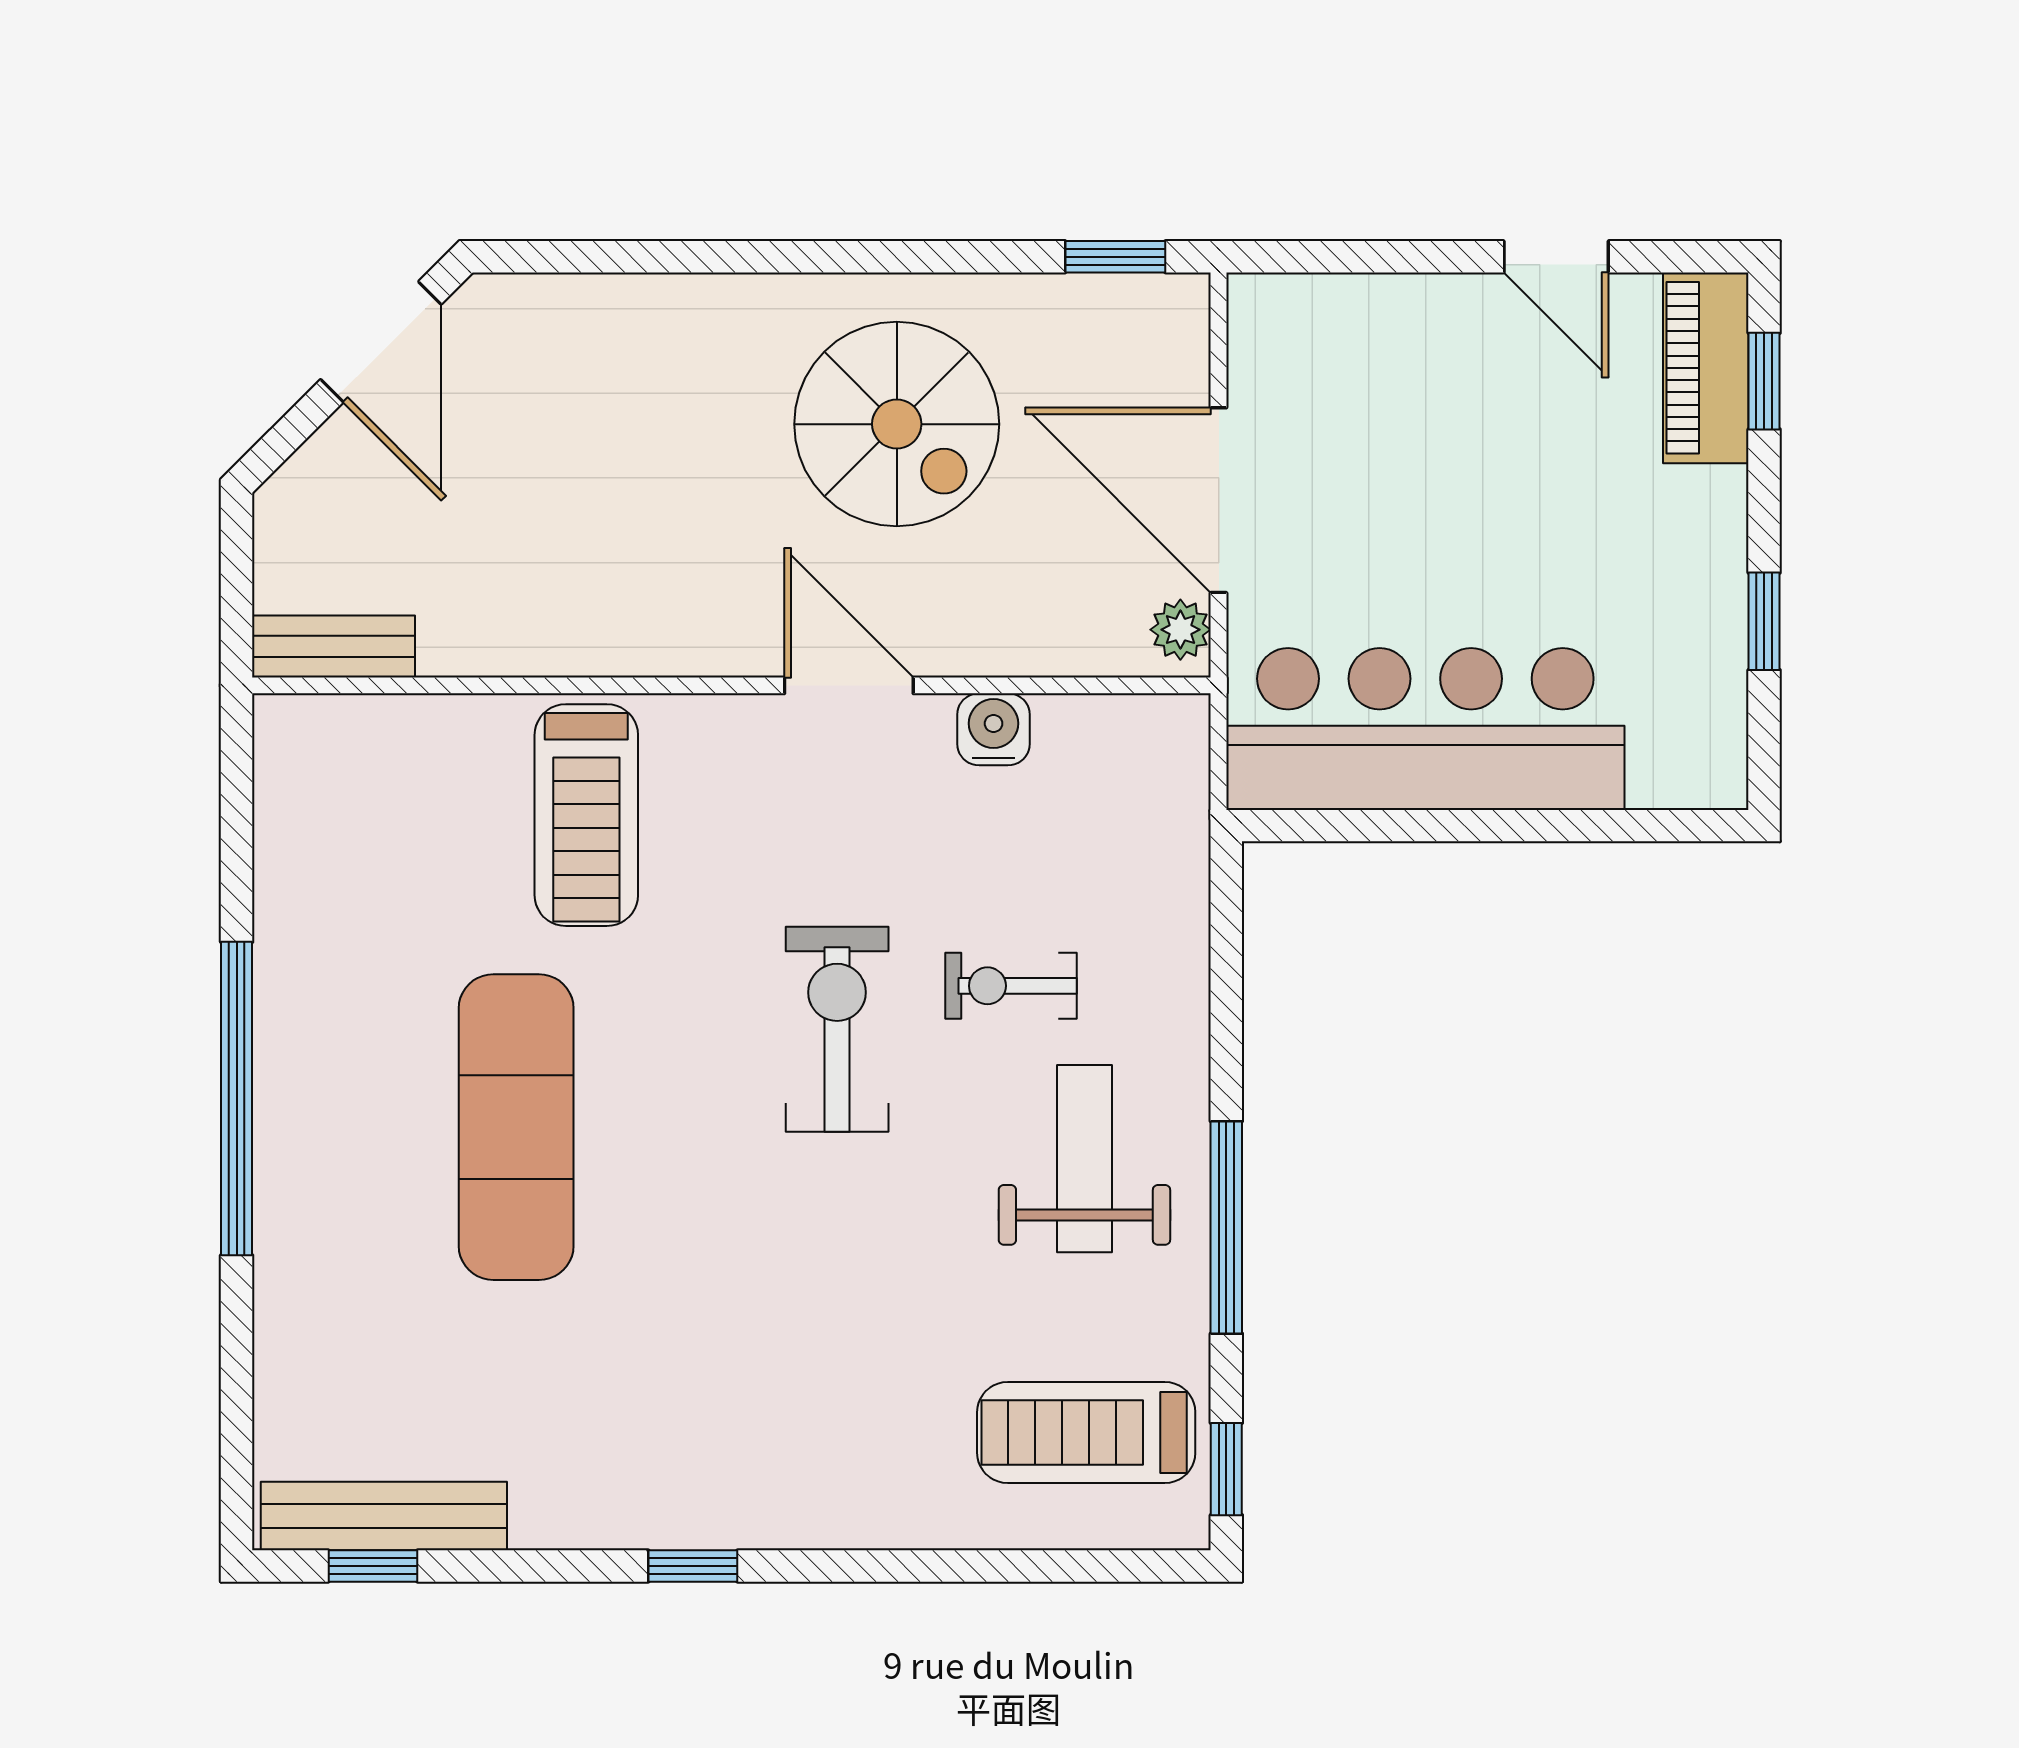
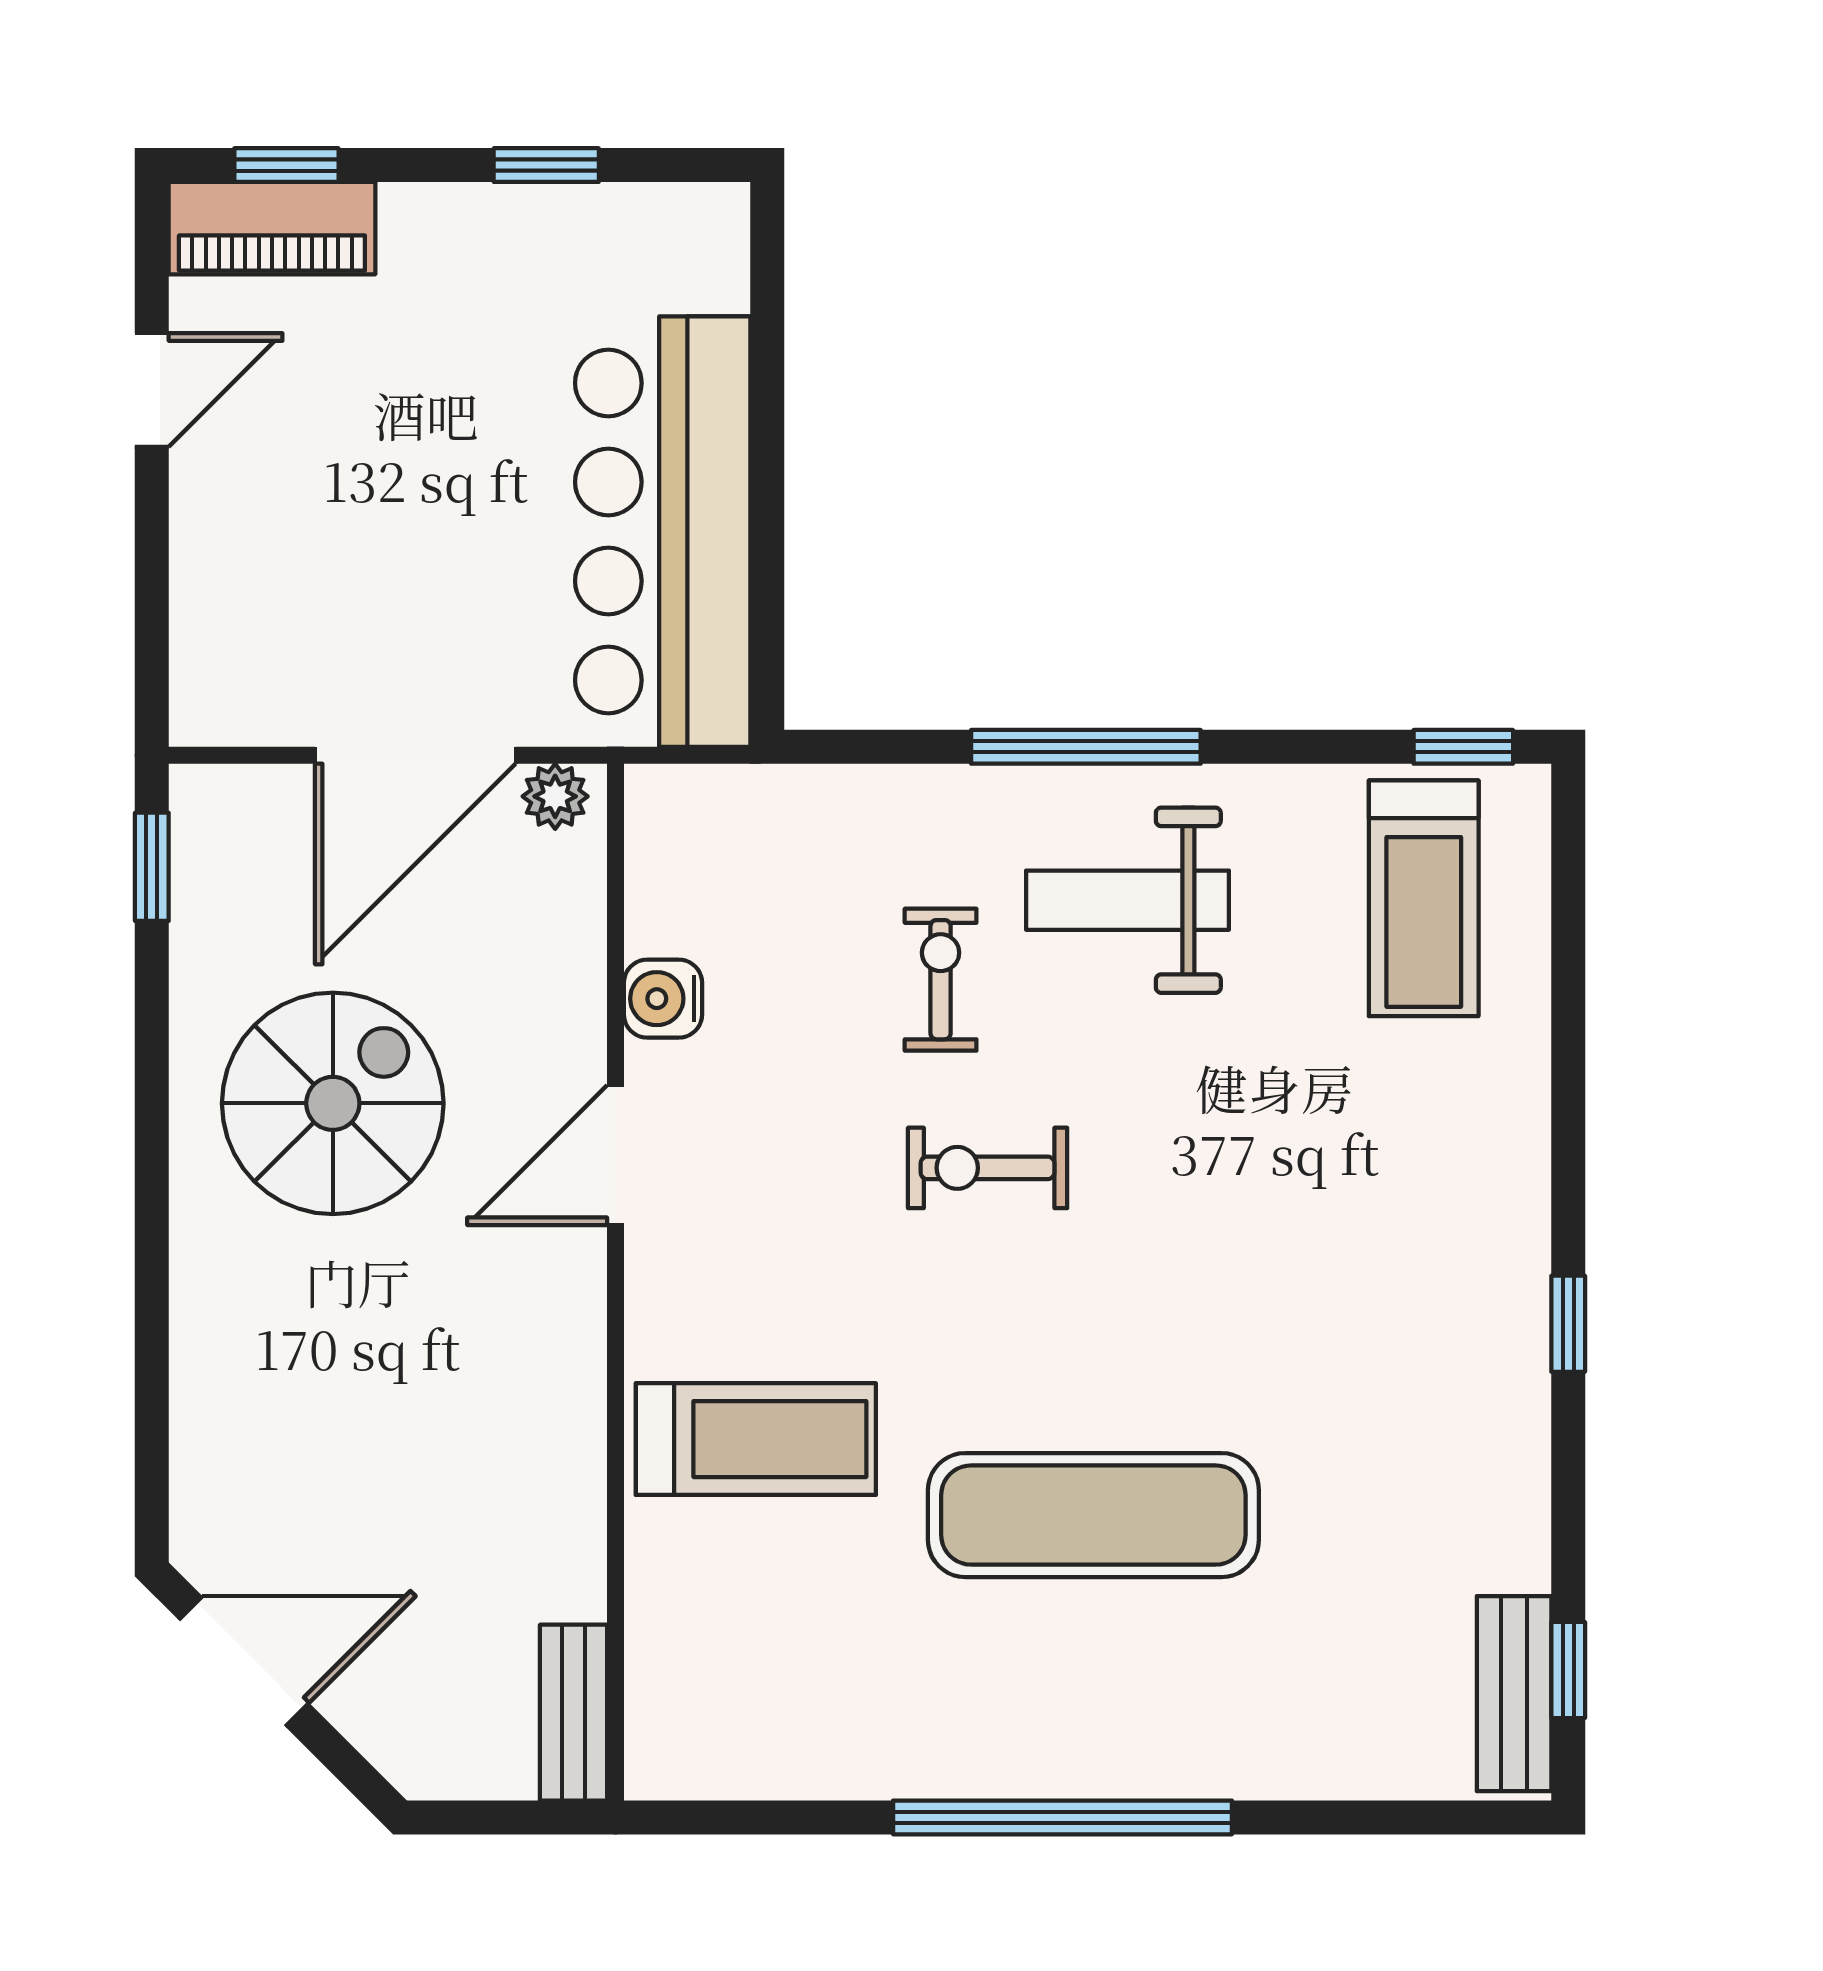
exercise bike: (1011, 986) -> (941, 980), turned 180
exercise bike: (837, 1029) -> (988, 1168), width x0.73, depth x0.72
window: (1226, 1227) -> (1086, 747), moved
bench: (384, 1516) -> (1514, 1694), width x0.73

